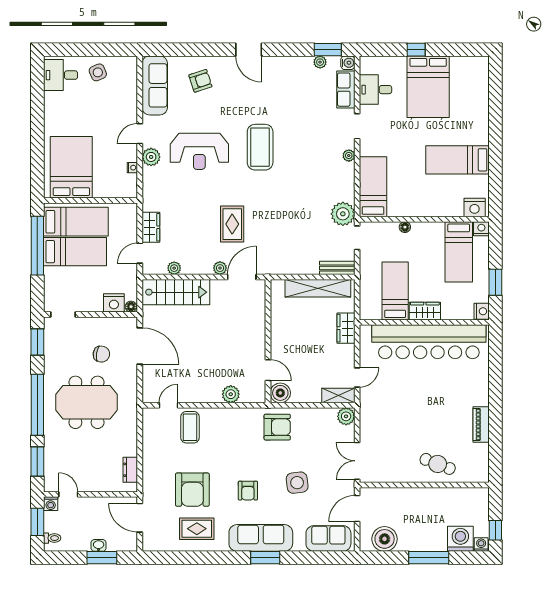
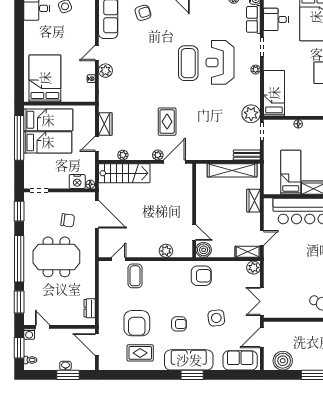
reception desk: (199, 151) -> (220, 62), moved, turned 90
armchair: (248, 491) -> (179, 324), turned -90

